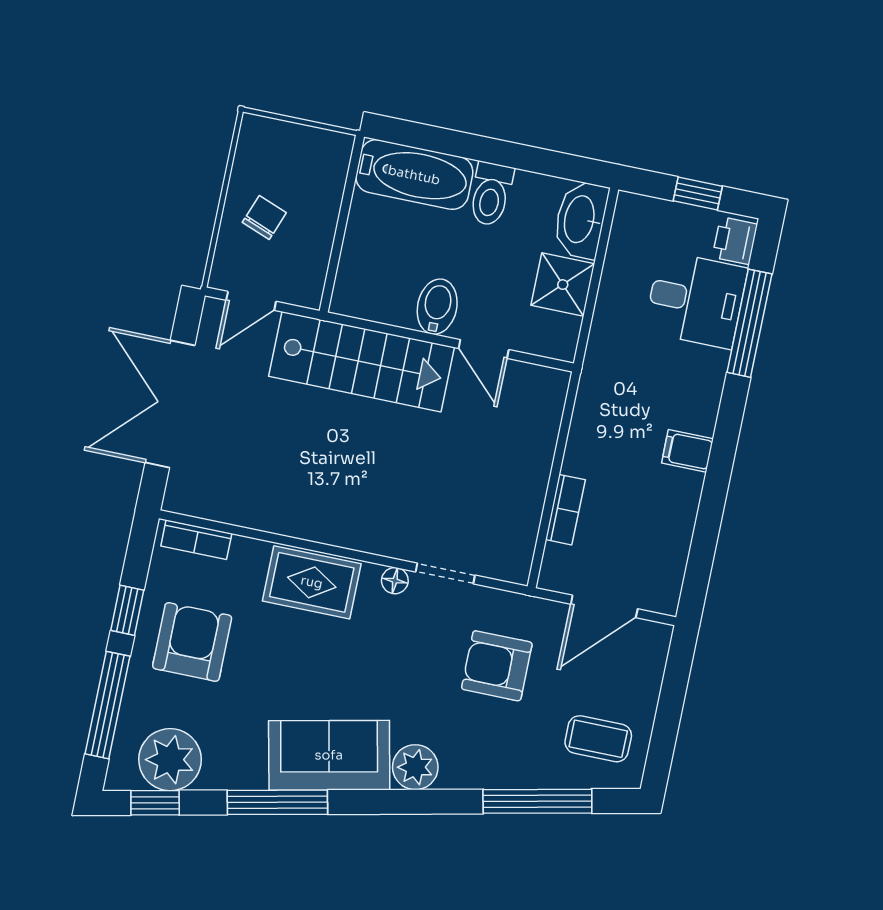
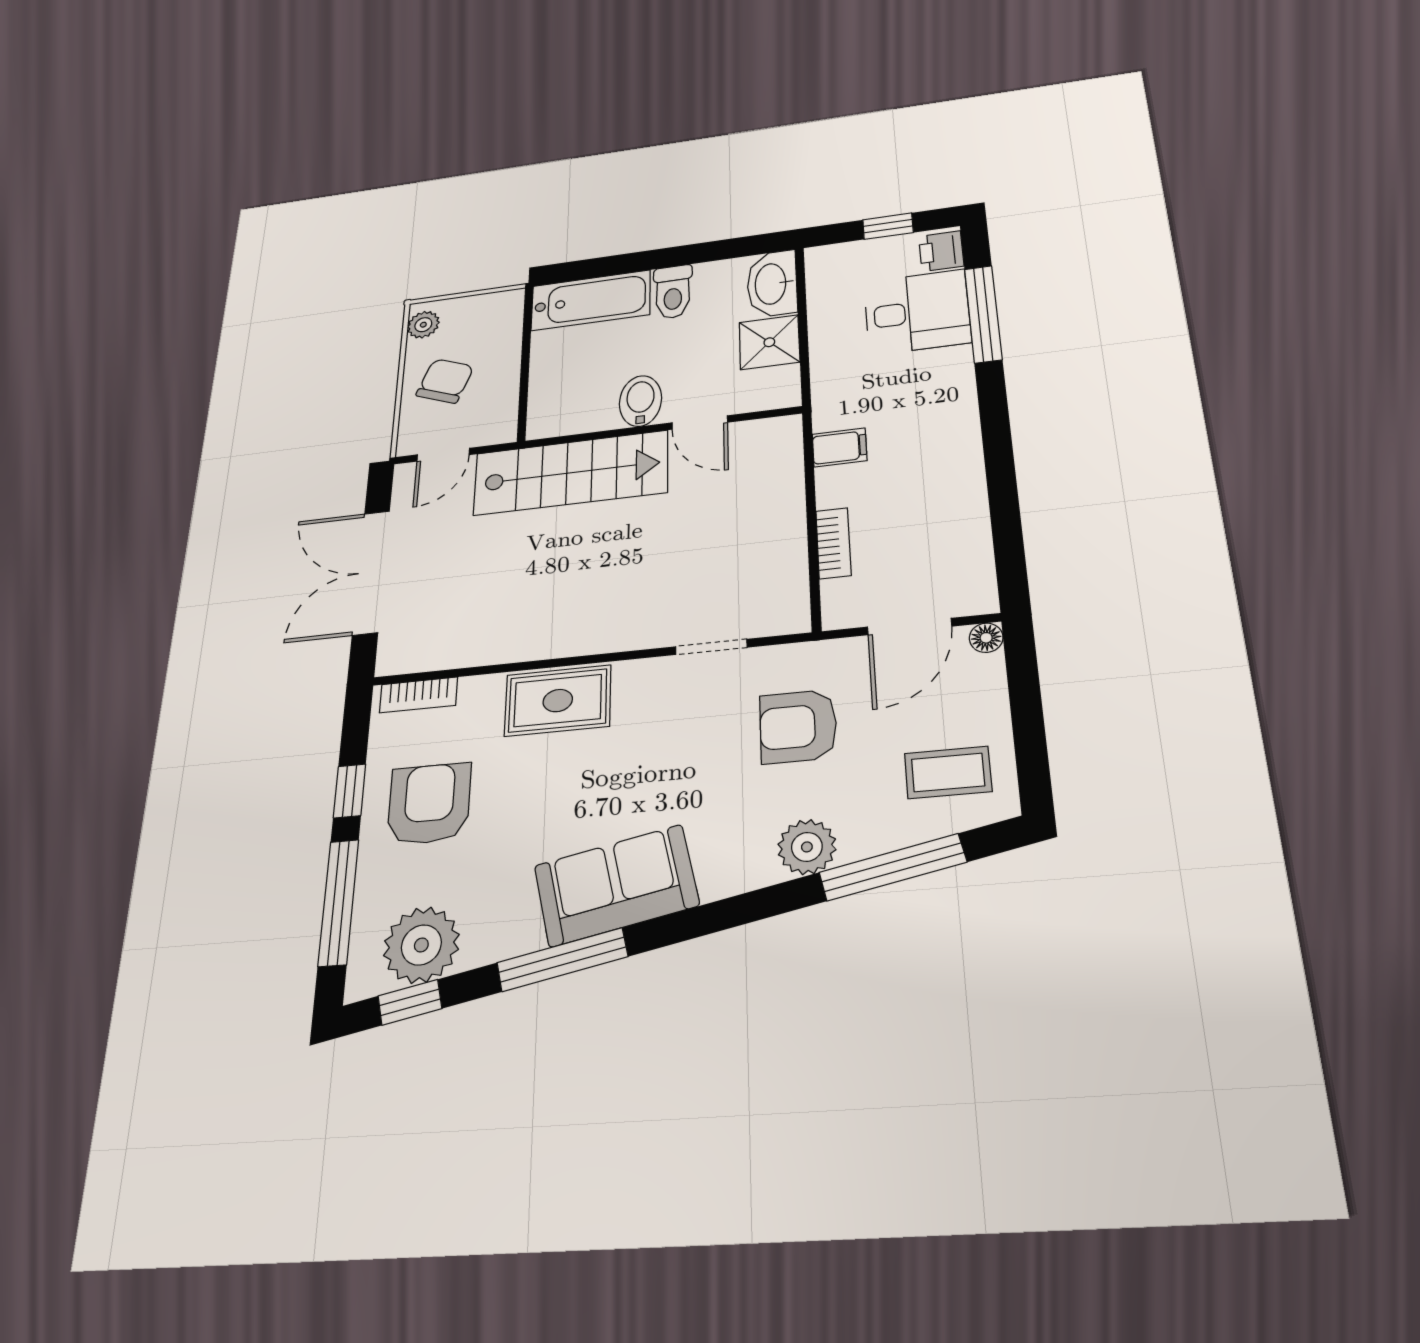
plant: (253, 142) -> (423, 325), added
chair: (264, 218) -> (445, 381), width x1.37, depth x1.37
filing cabinet: (687, 451) -> (840, 447), moved, turned 180
floor lamp: (395, 581) -> (986, 638), moved
plant: (415, 767) -> (807, 847), moved

